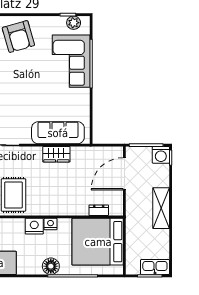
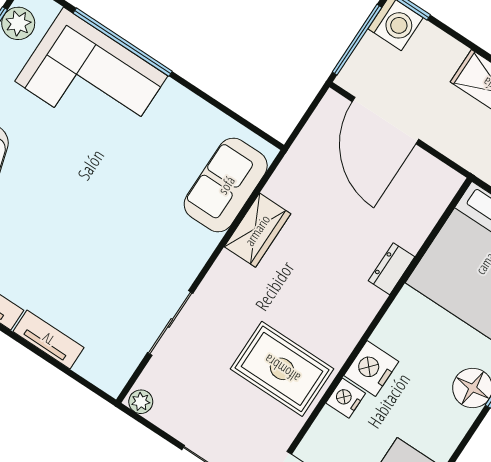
sofa: (58, 133) -> (226, 185), width x0.73
dresser: (99, 210) -> (392, 269), moved
nightstand: (50, 224) -> (346, 398), moved

